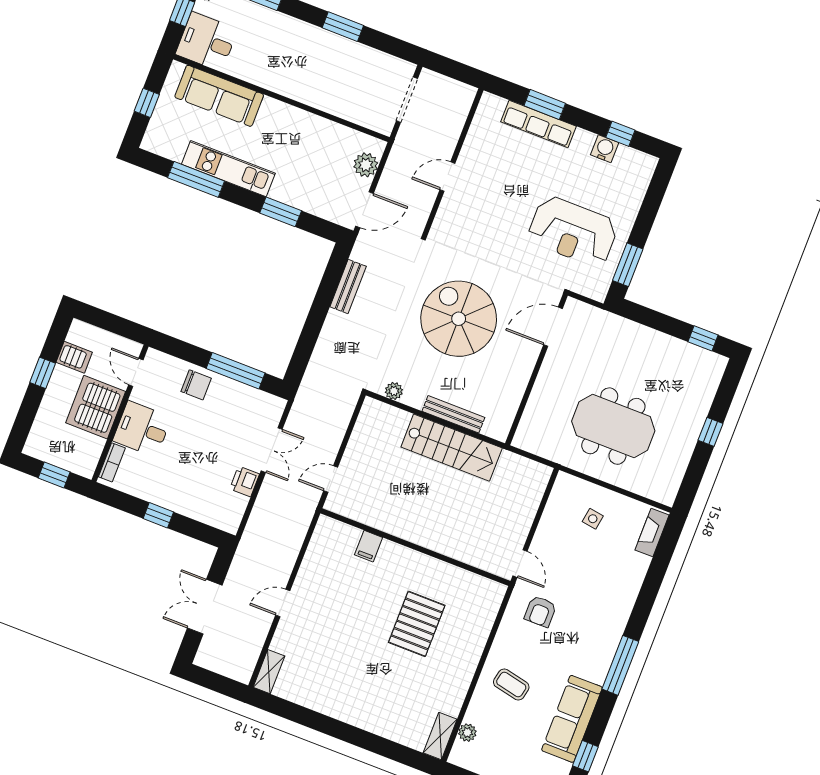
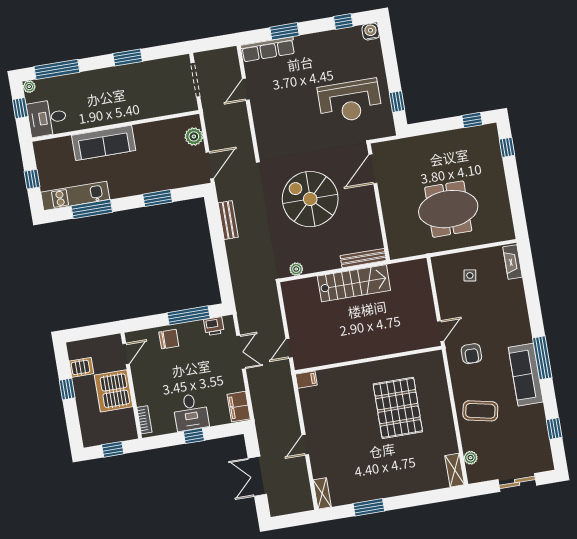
sofa: (219, 96) -> (104, 143), moved
row of seats: (538, 124) -> (268, 49), moved
water cooler: (605, 149) -> (371, 32), moved
kitchen unit: (228, 169) -> (75, 196), moved
door: (447, 177) -> (246, 89), moved
window: (628, 265) -> (397, 102), width x0.67
door: (136, 372) -> (126, 354), swing flipped
bench: (453, 414) -> (363, 258), moved
desk: (142, 429) -> (191, 412), moved, turned -90
window: (711, 432) -> (507, 147), moved
printer: (245, 481) -> (214, 326), moved, turned -90
filing cabinet: (231, 512) -> (239, 407), added
filing cabinet: (369, 546) -> (306, 380), moved, turned -90
door: (520, 564) -> (441, 331), hinge flipped
pallet: (417, 624) -> (398, 408), width x1.37, depth x1.41
coffee table: (511, 685) -> (480, 411), width x1.36, depth x1.30
sofa: (572, 719) -> (526, 375), moved
window: (314, 720) -> (369, 507), added

